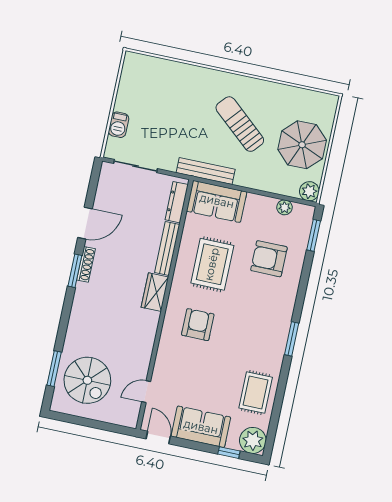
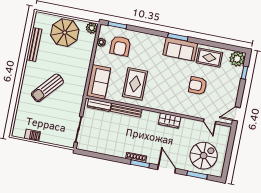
sun lounger: (240, 124) -> (47, 88), moved
barbecue: (119, 125) -> (32, 135), moved
bench: (206, 171) -> (34, 44), moved
door: (85, 223) -> (167, 169), moved
armchair: (269, 259) -> (120, 46), moved
rug: (212, 264) -> (135, 84), turned 90
wardrobe: (155, 292) -> (170, 121), moved
armchair: (198, 325) -> (198, 86), moved
sofa: (201, 427) -> (180, 49), moved, turned -90

